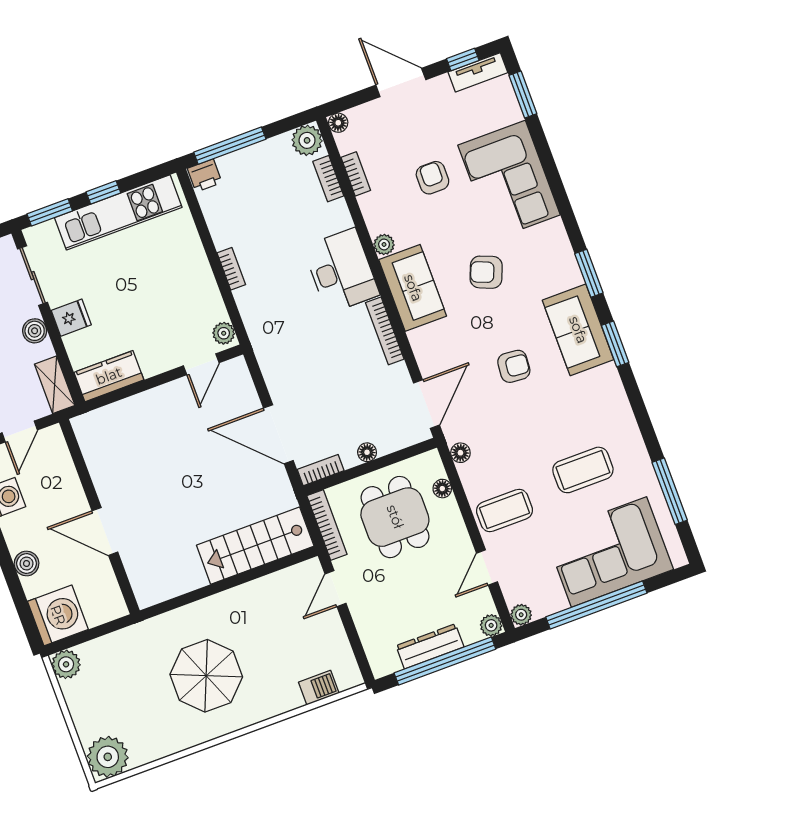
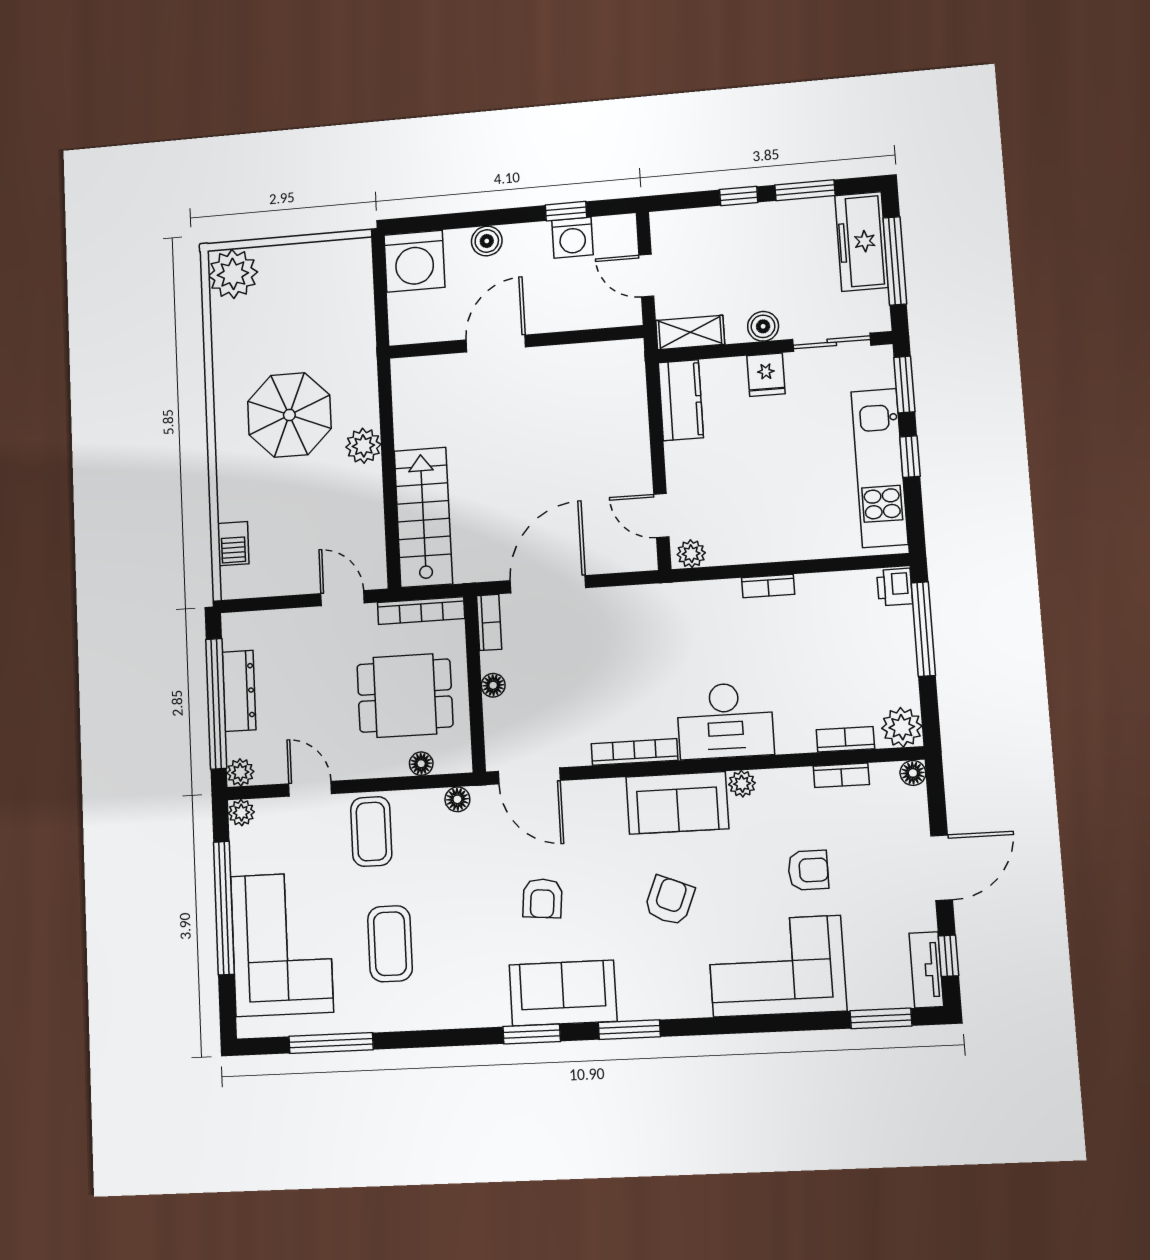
plant: (66, 664) -> (363, 446), moved

